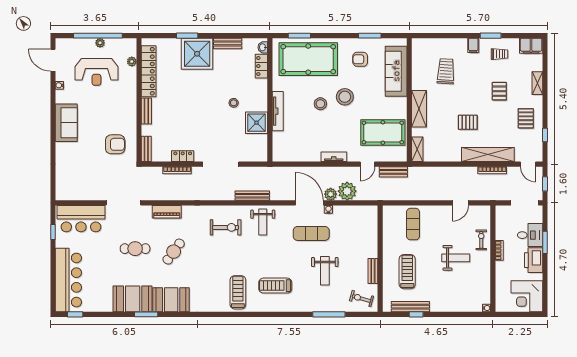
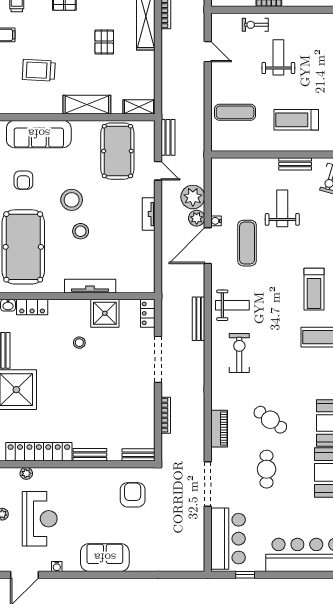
locker: (183, 156) -> (148, 313), moved
weight bench: (325, 271) -> (282, 208), moved, turned -90

